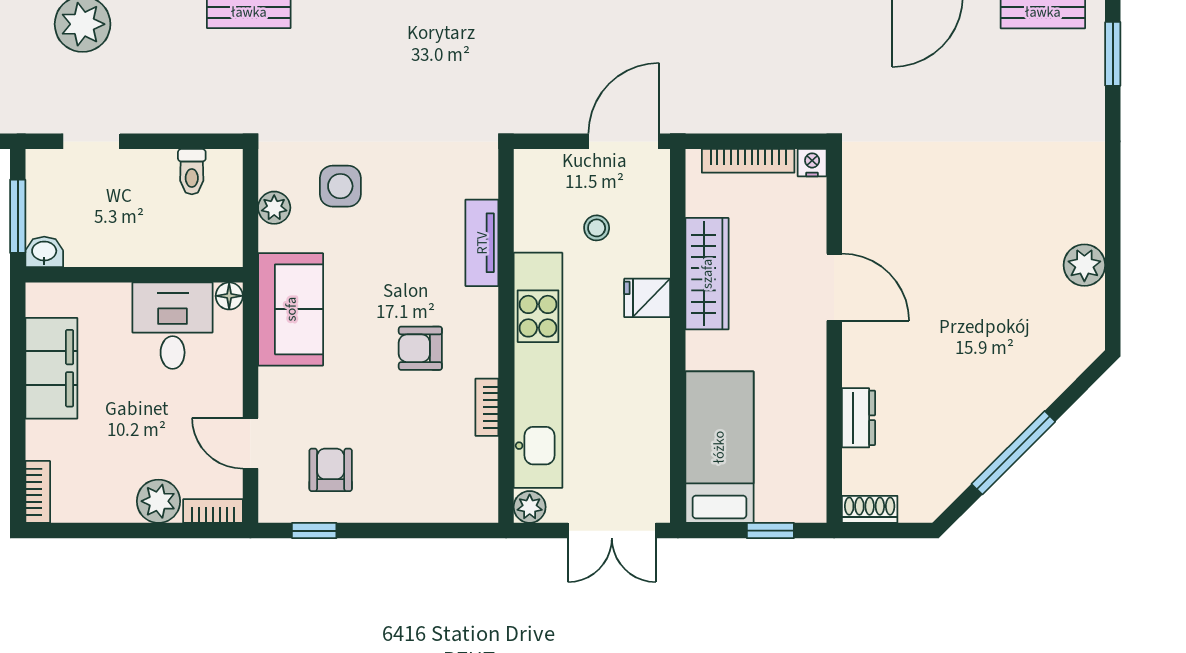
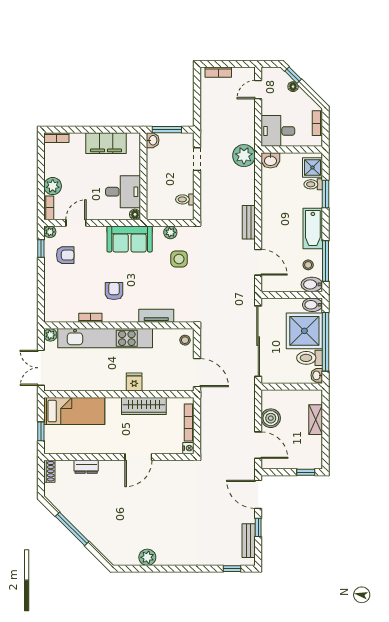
window: (1113, 54) -> (232, 569), width x0.67
stool: (597, 228) -> (185, 340), moved
plant: (273, 508) -> (50, 232), added

